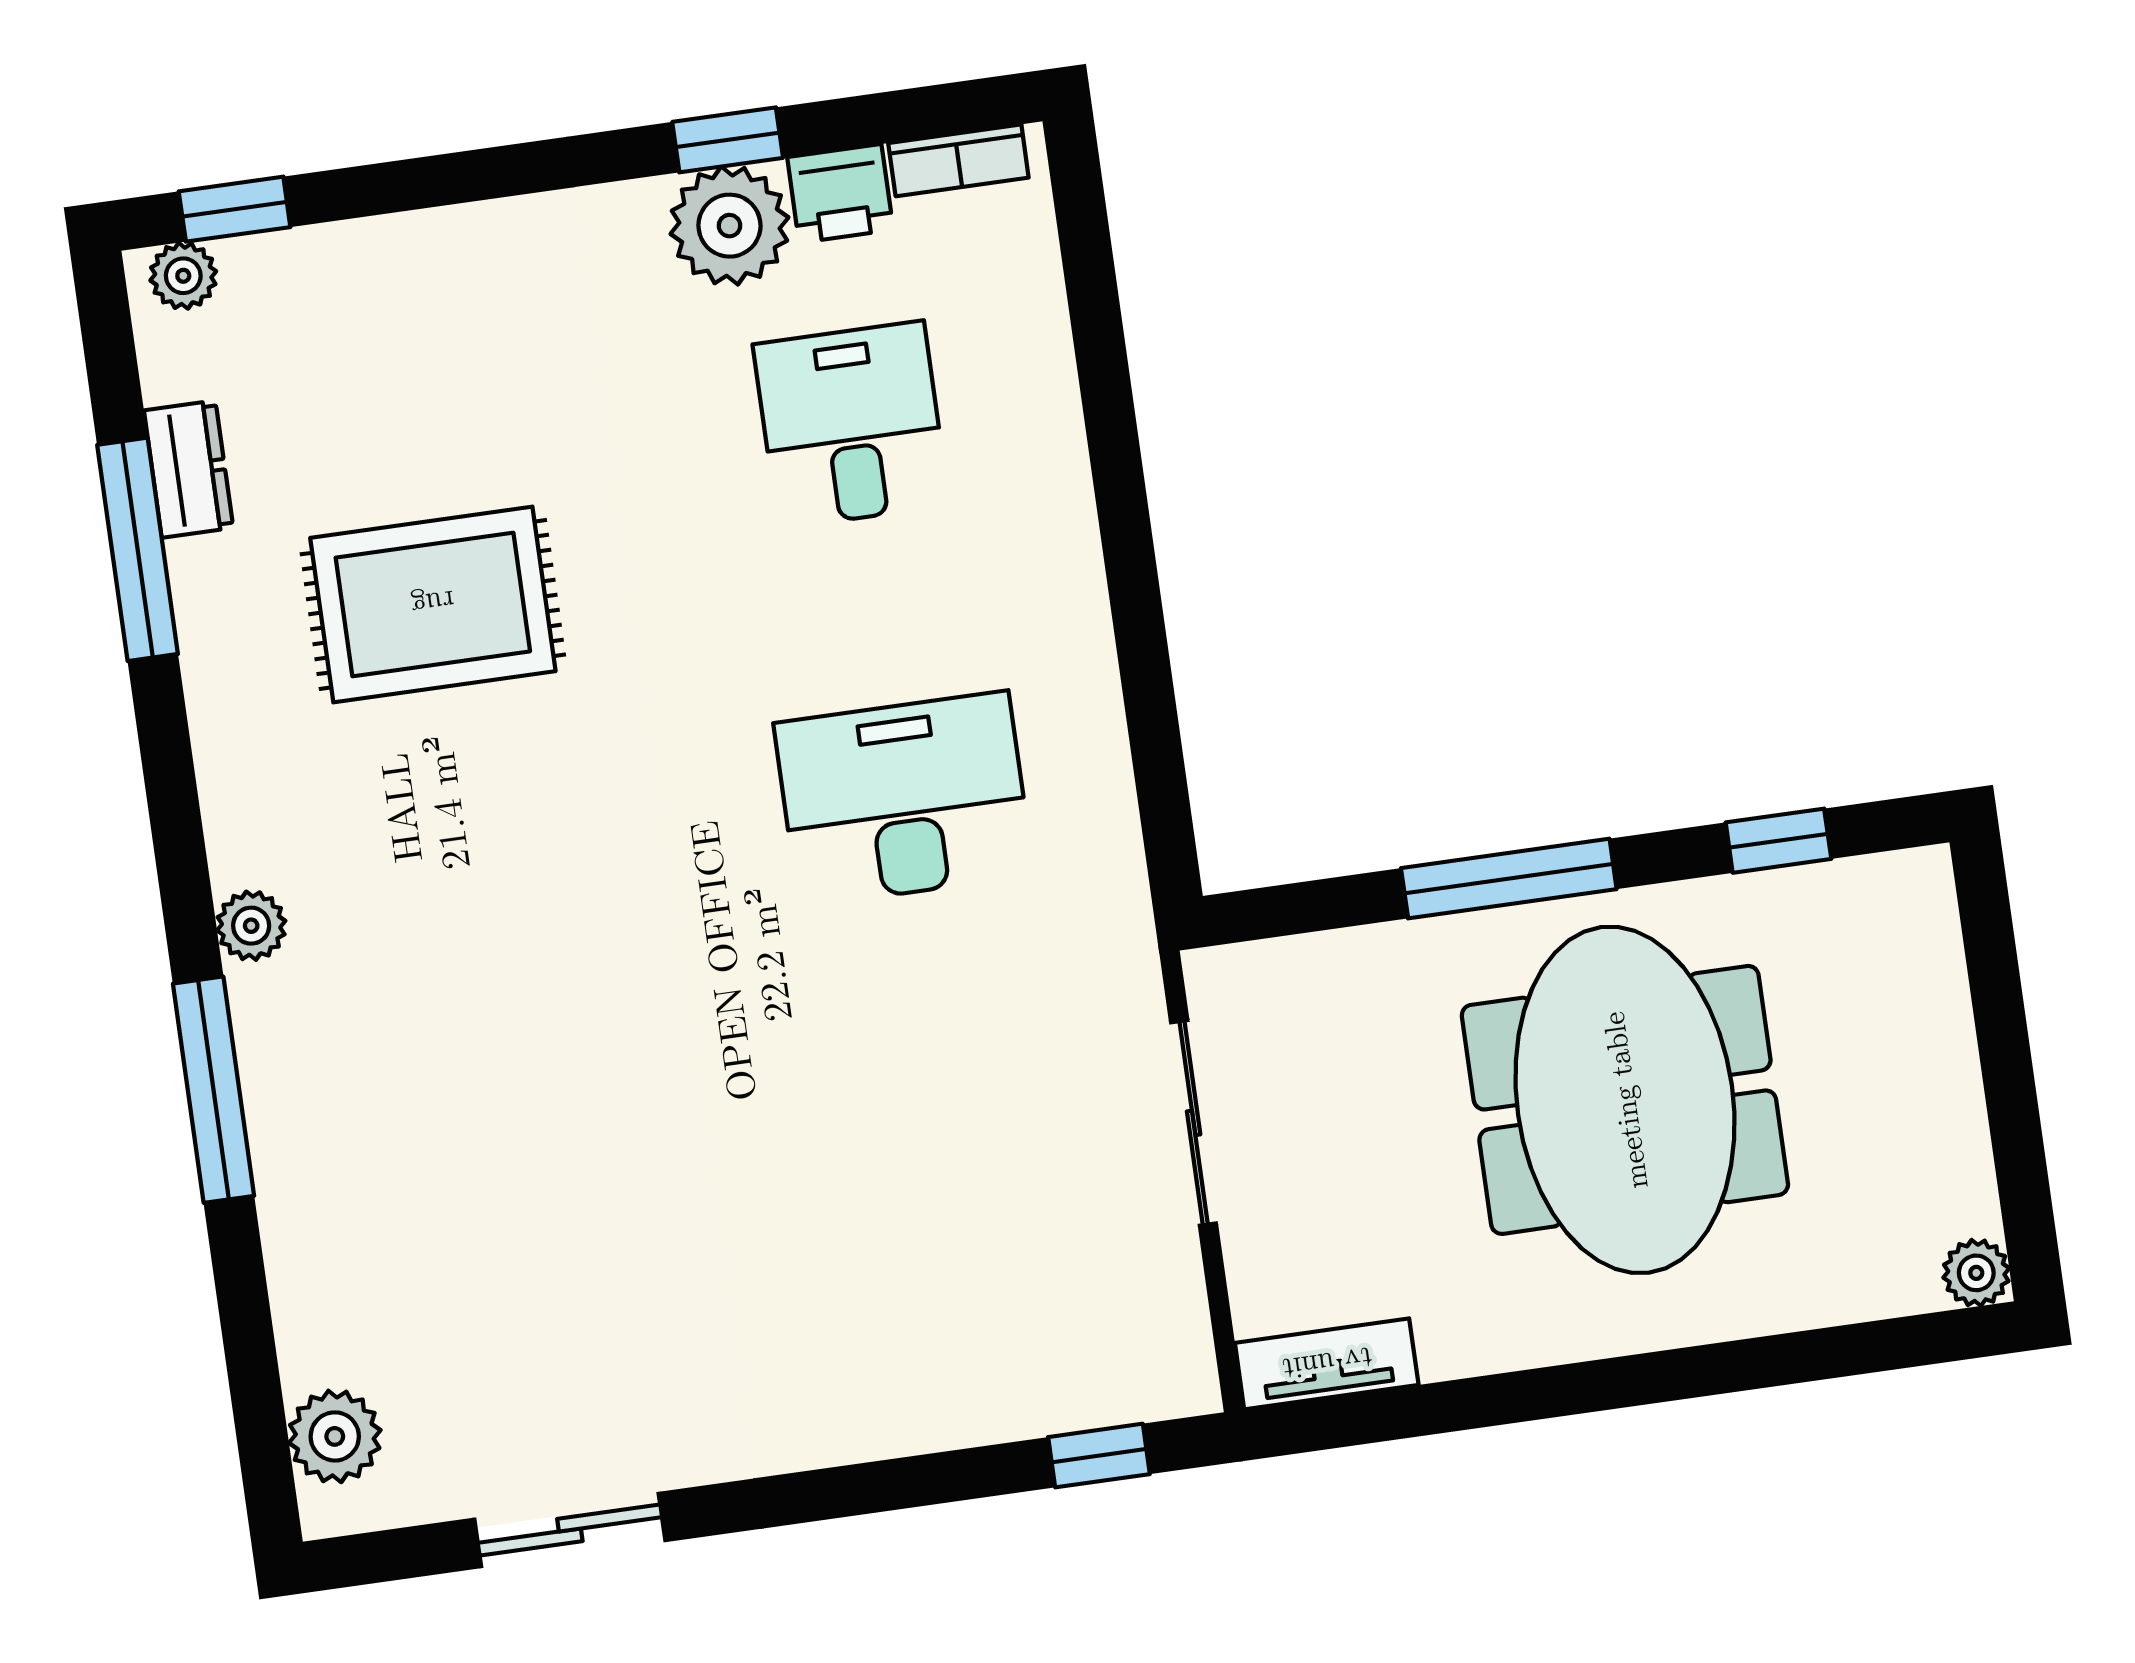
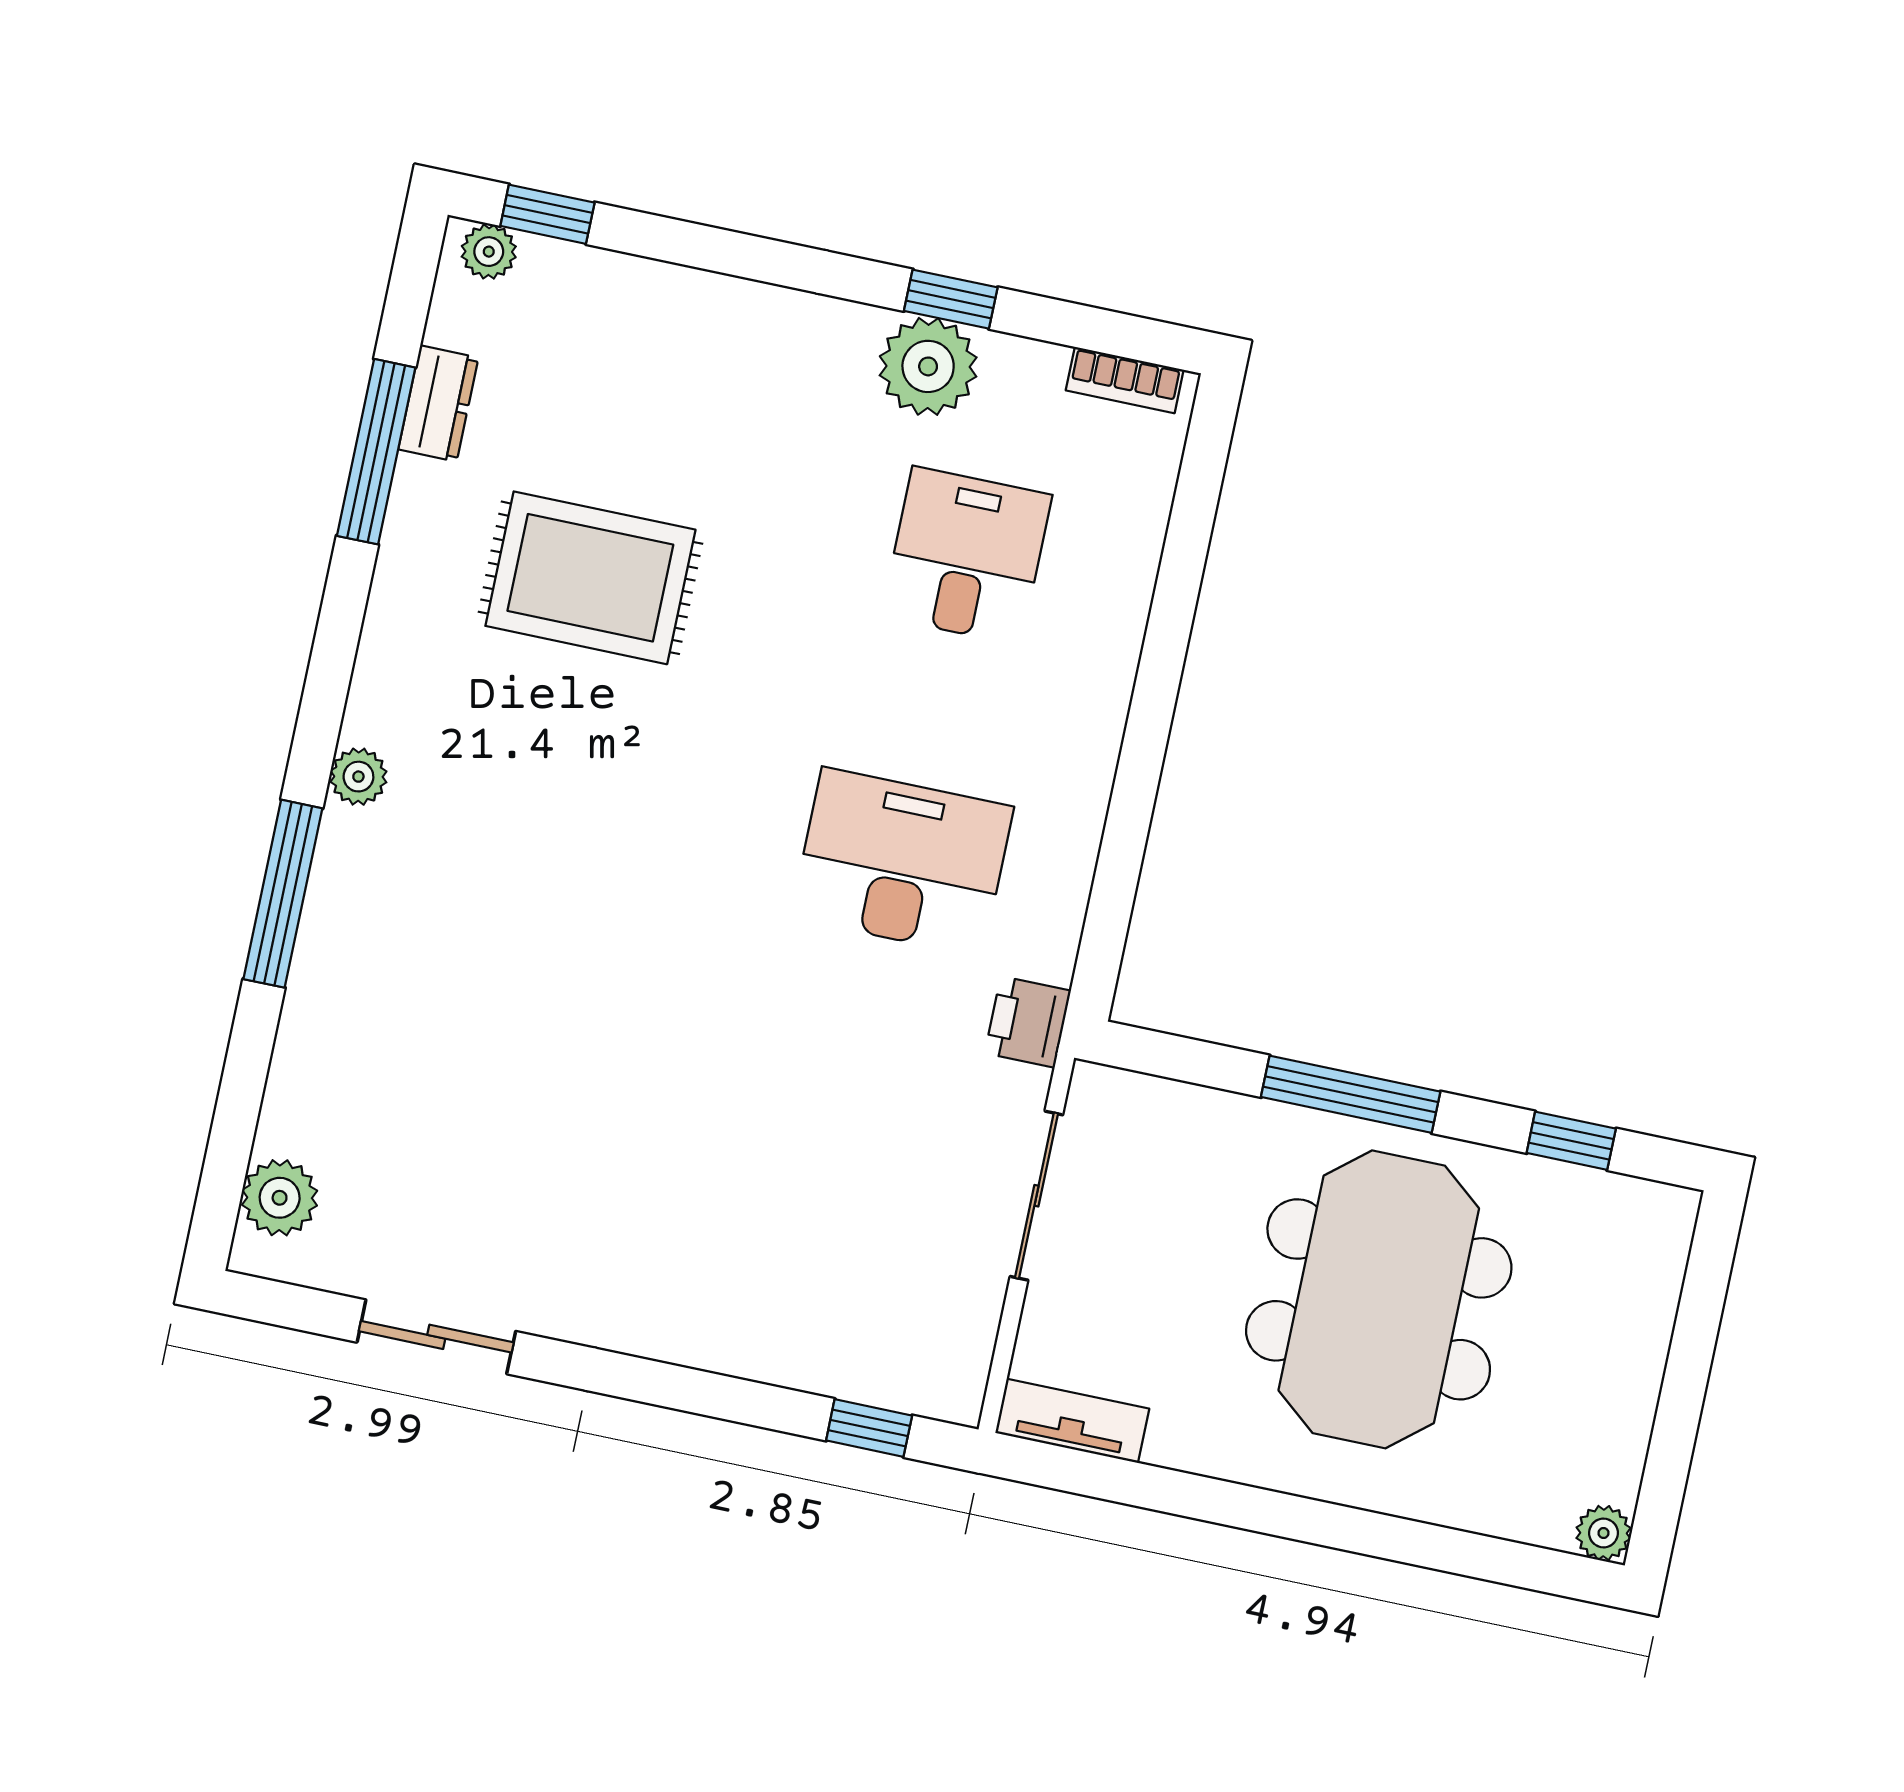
printer: (840, 194) -> (1028, 1022), moved, turned 90

